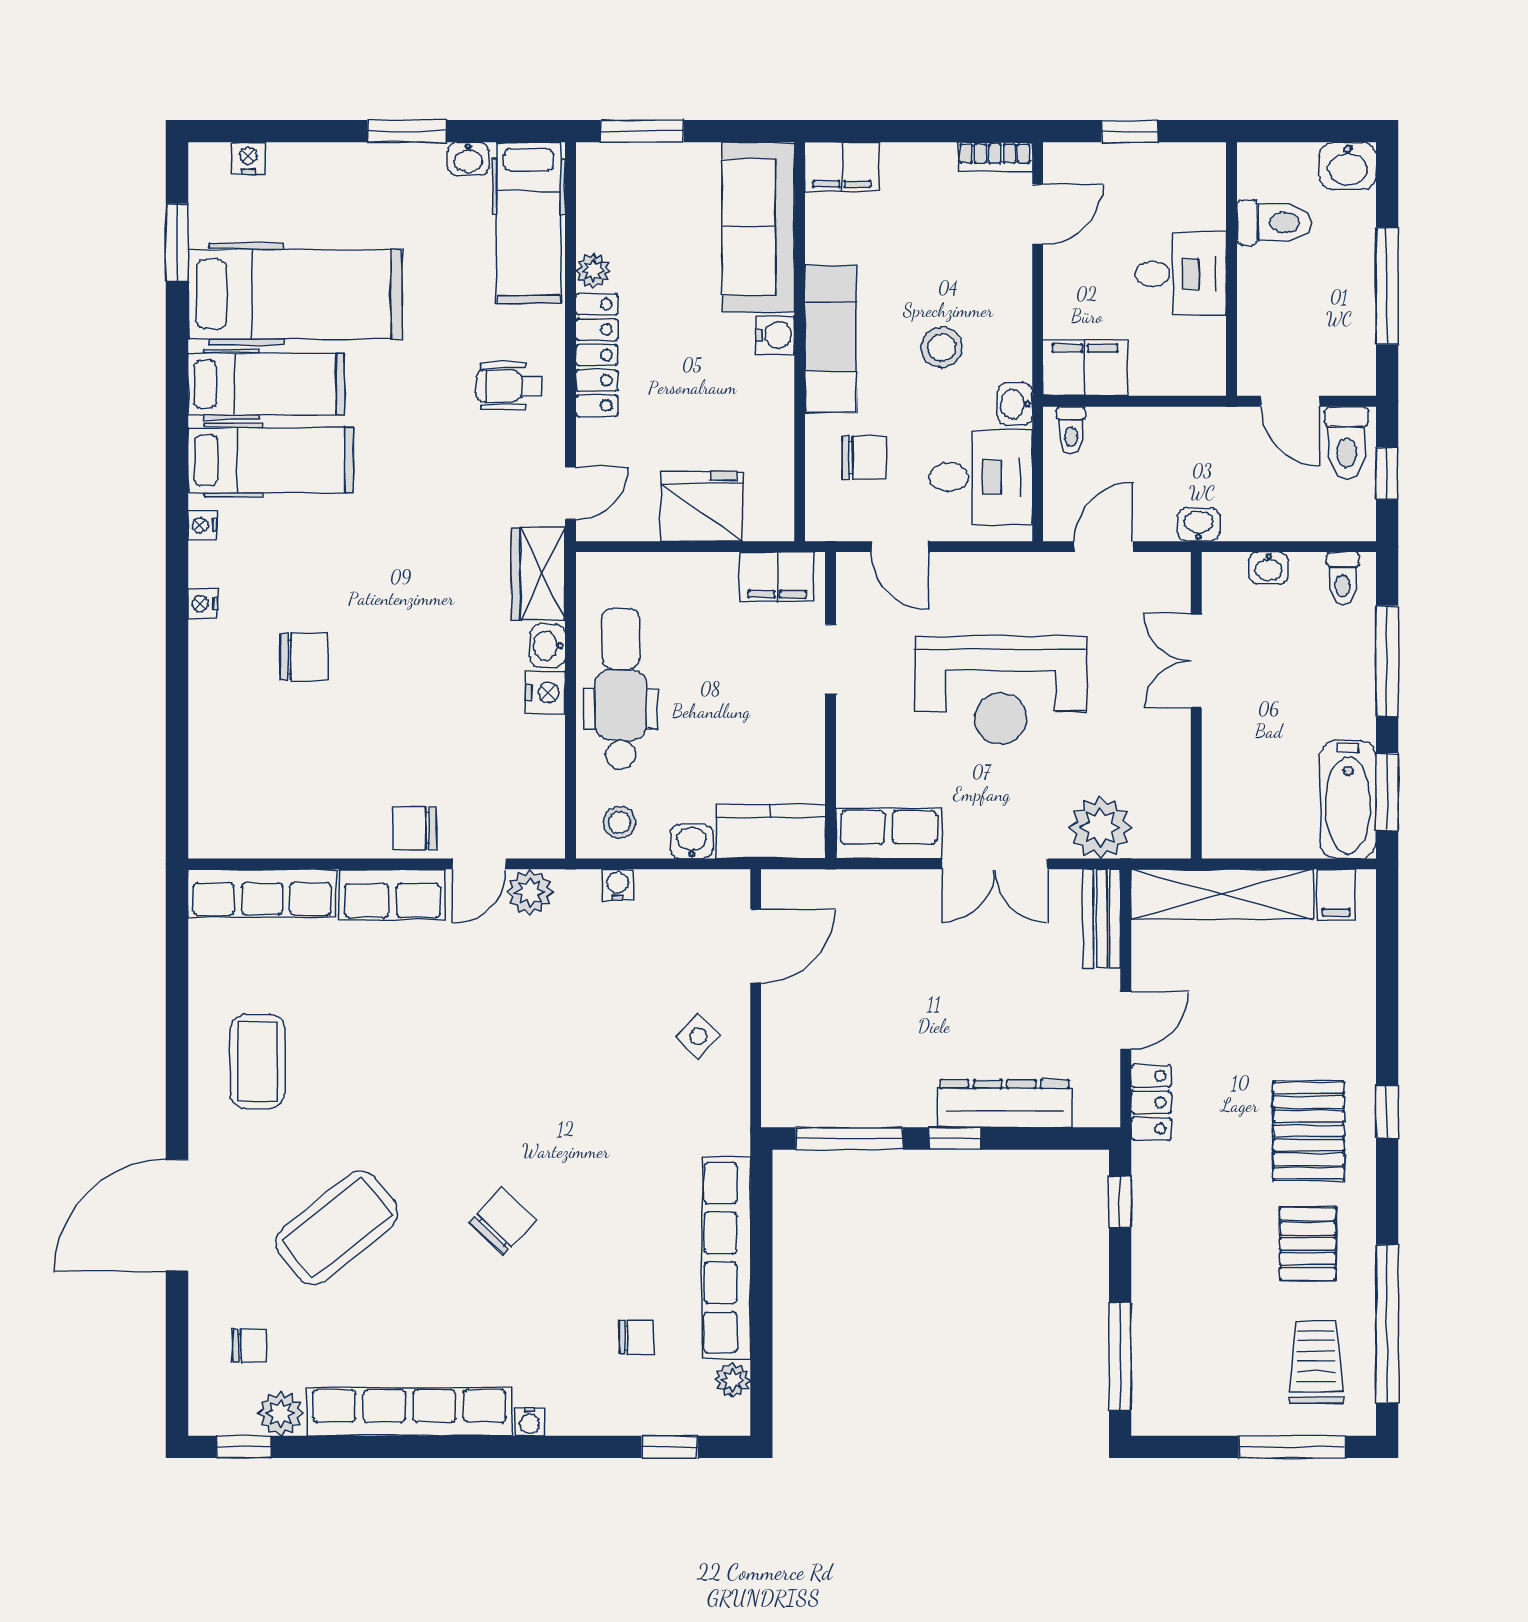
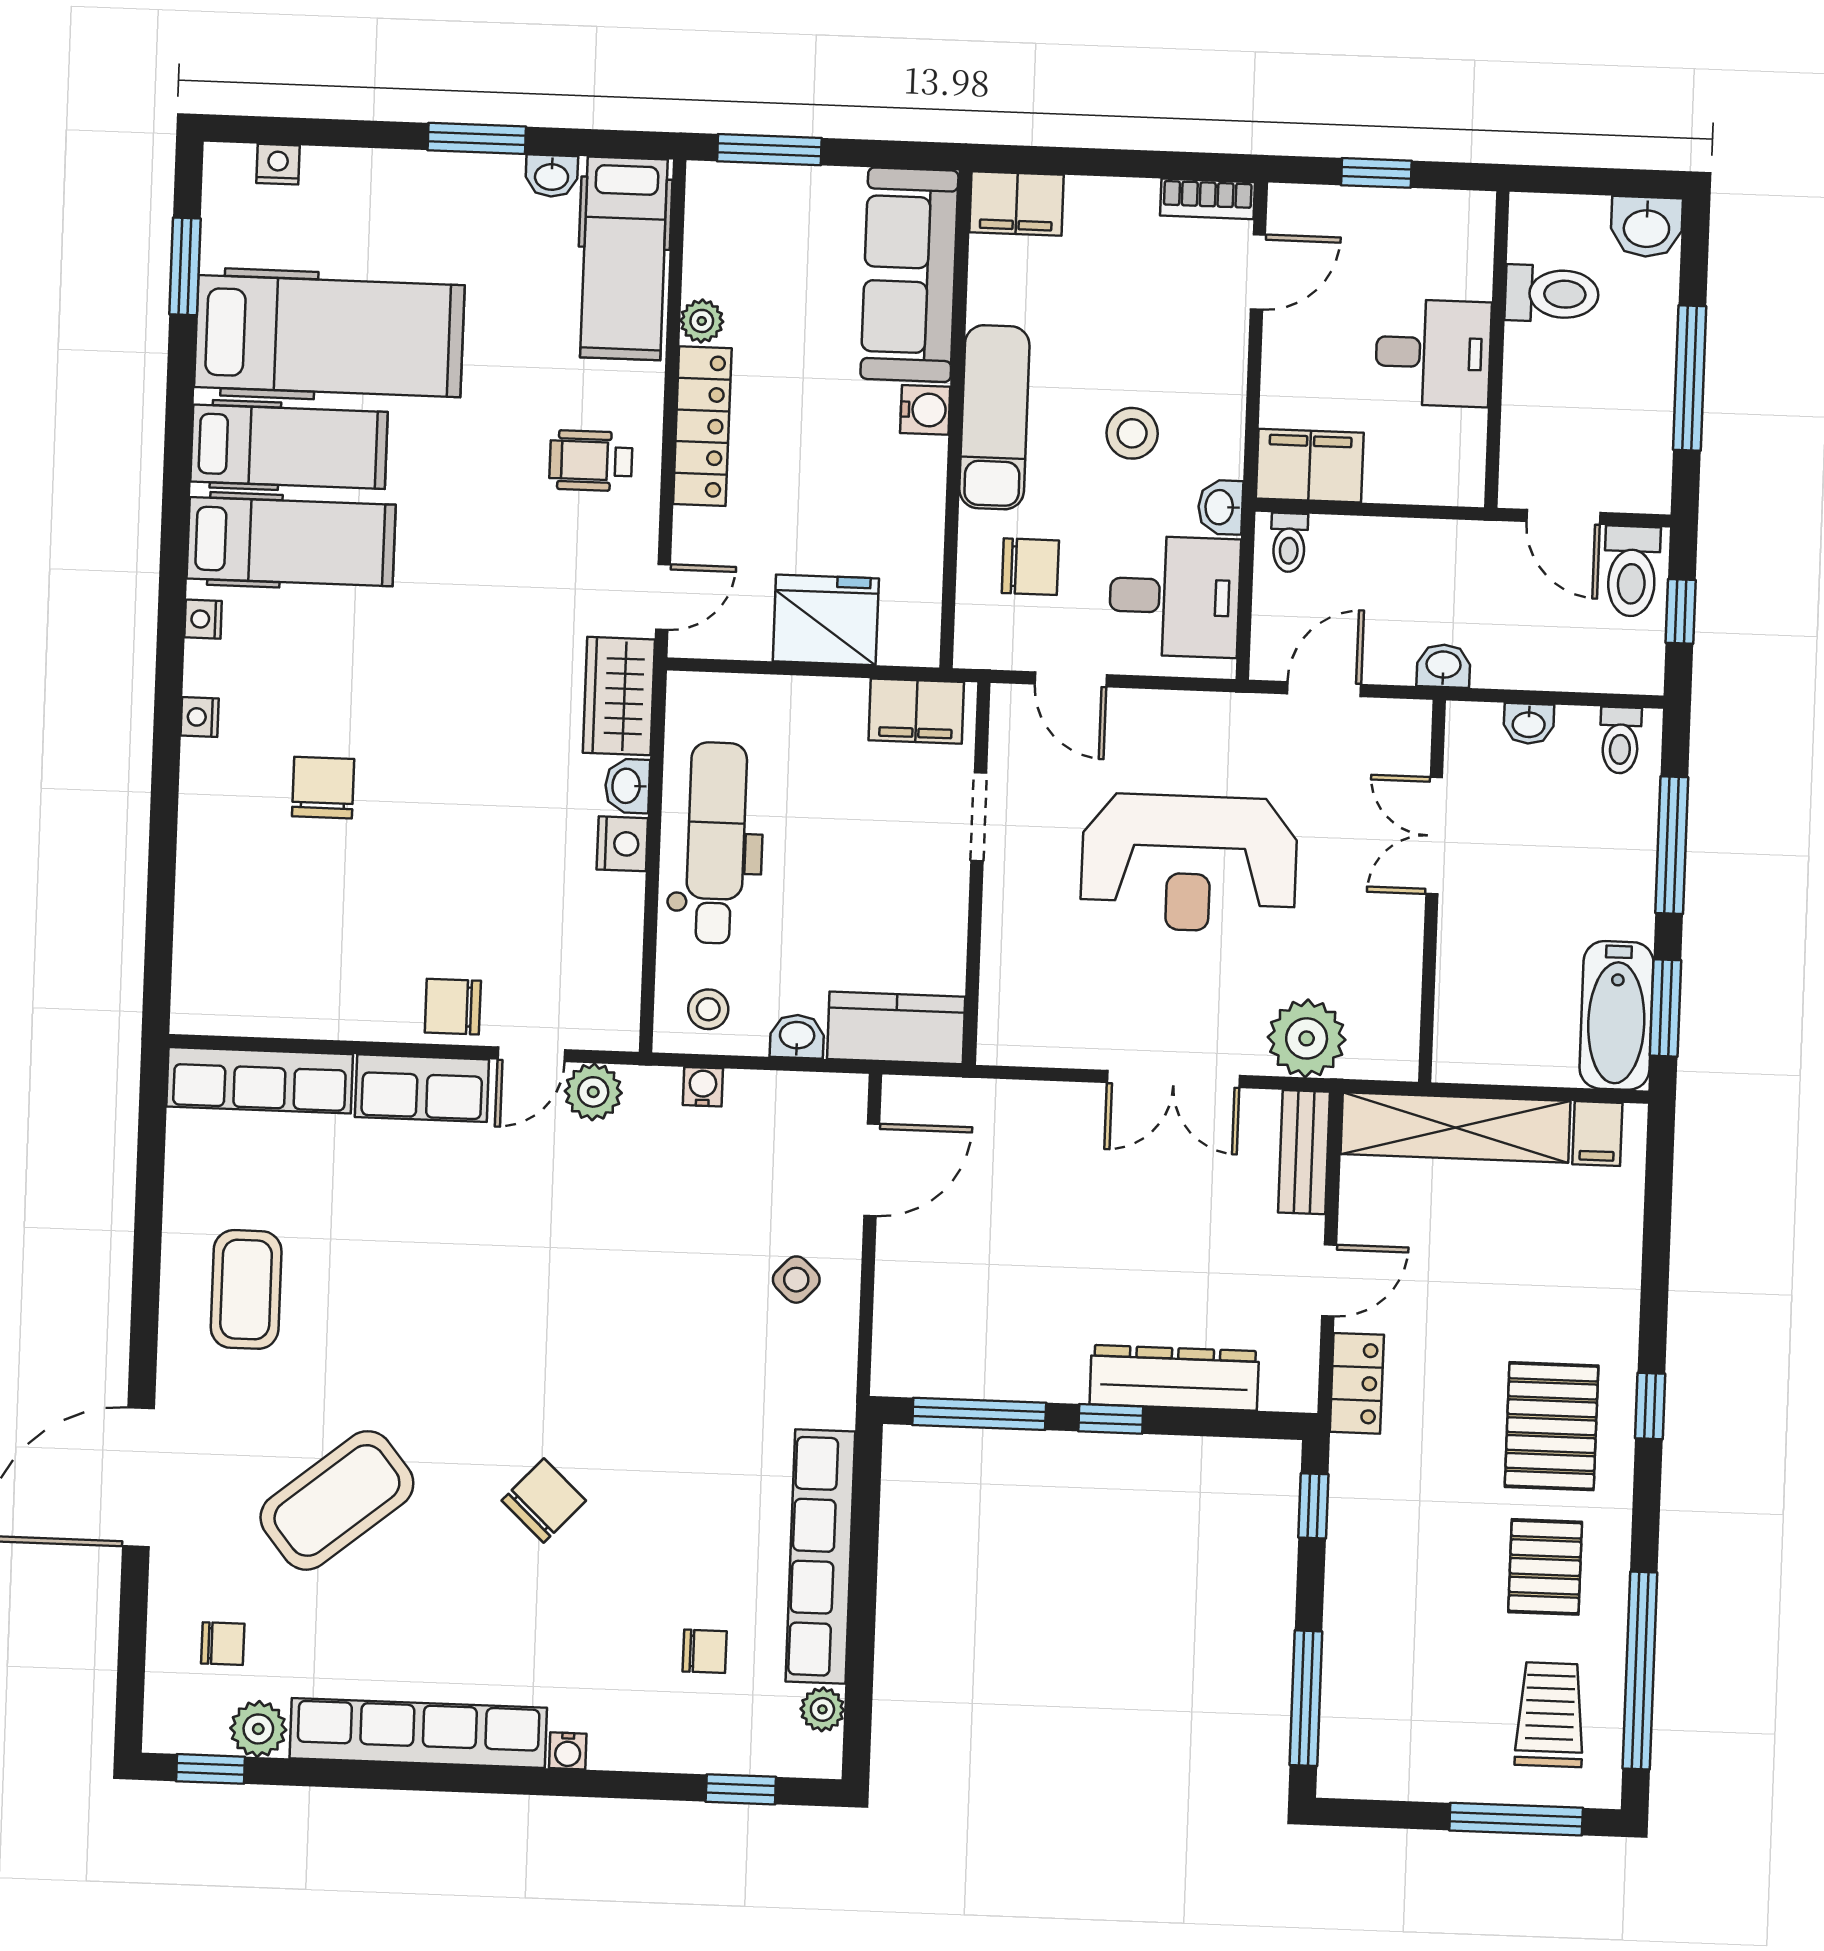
chair: (304, 656) -> (323, 788), turned -90
row of seats: (888, 833) -> (1043, 1036), removed

